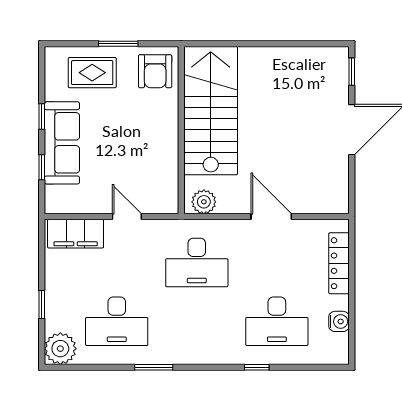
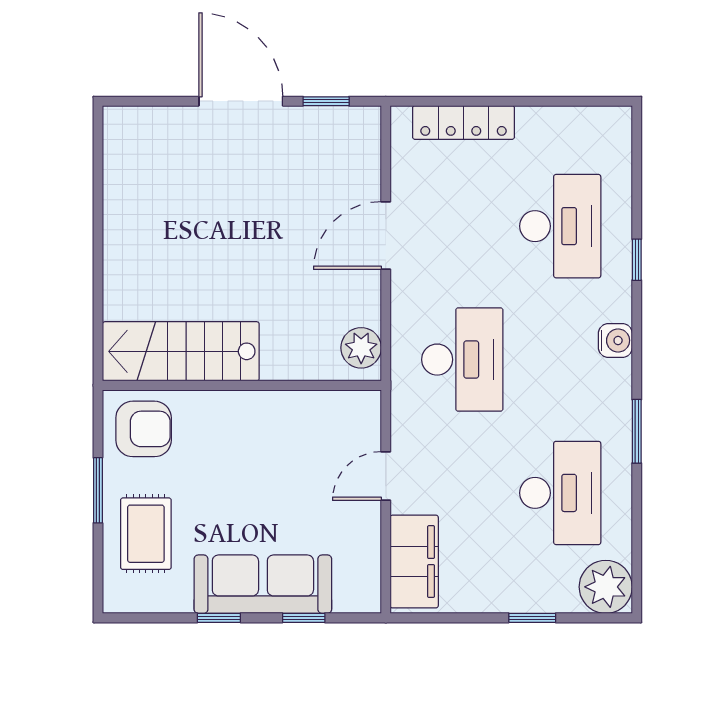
window: (352, 72) -> (326, 101), moved
stairs: (211, 111) -> (181, 351), width x0.73, depth x0.66
water cooler: (339, 321) -> (615, 340), moved, turned 90

